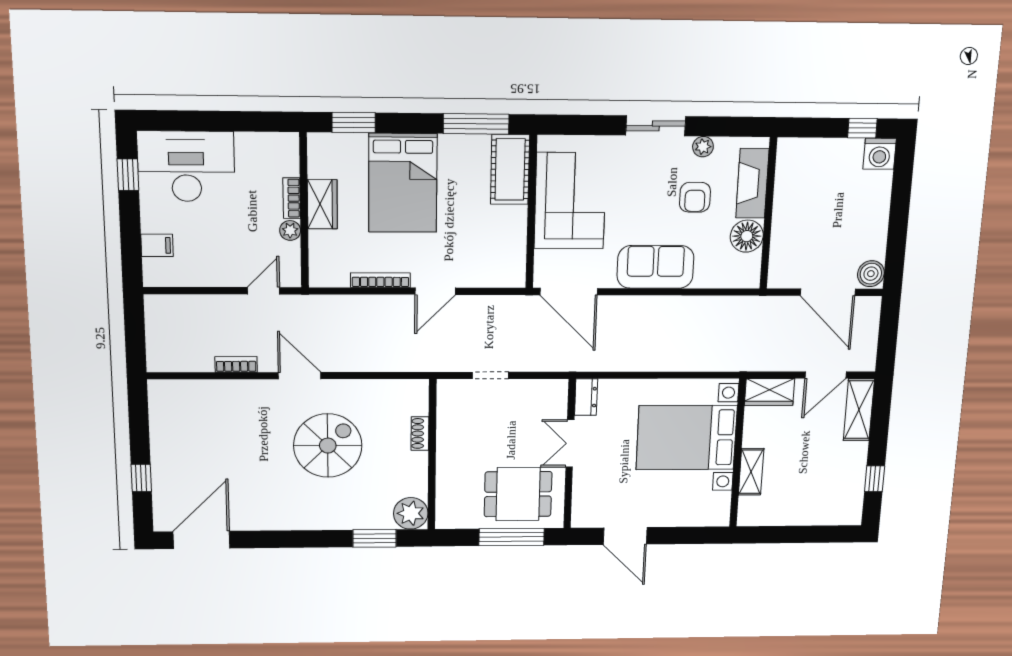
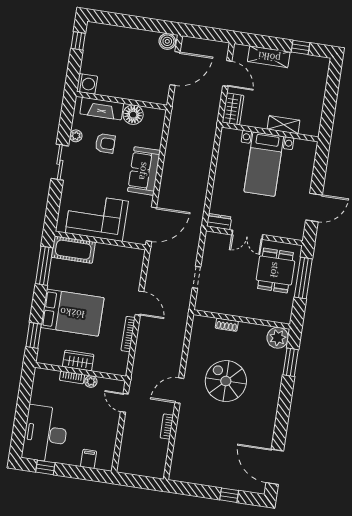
washing machine: (880, 154) -> (87, 84), moved
shelving: (859, 410) -> (269, 57), moved
bed with nightstands: (687, 438) -> (264, 164), width x0.73

